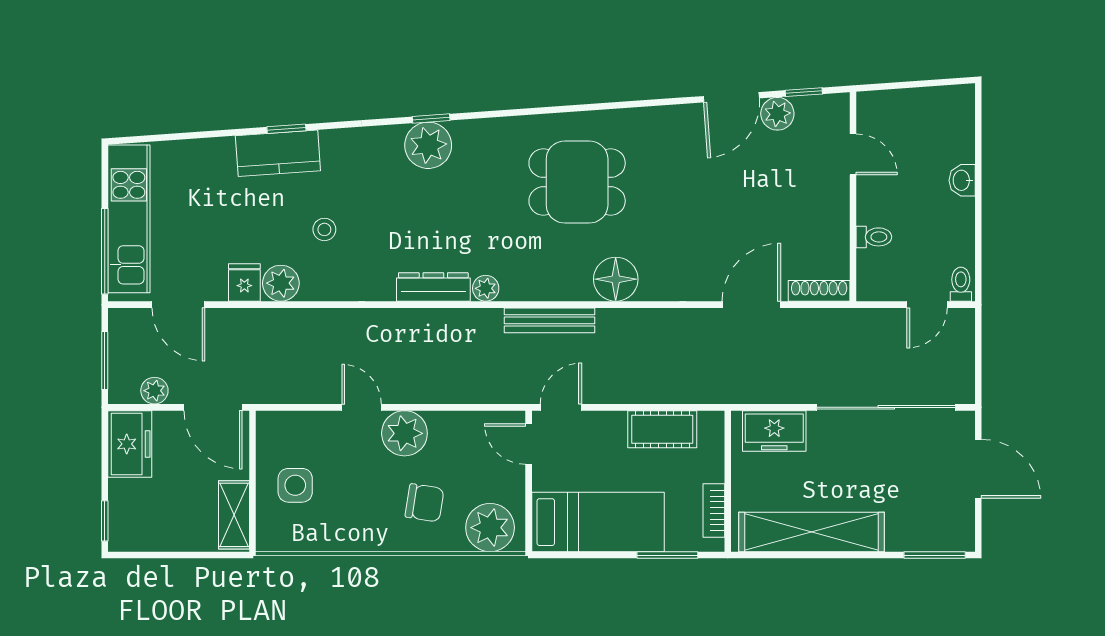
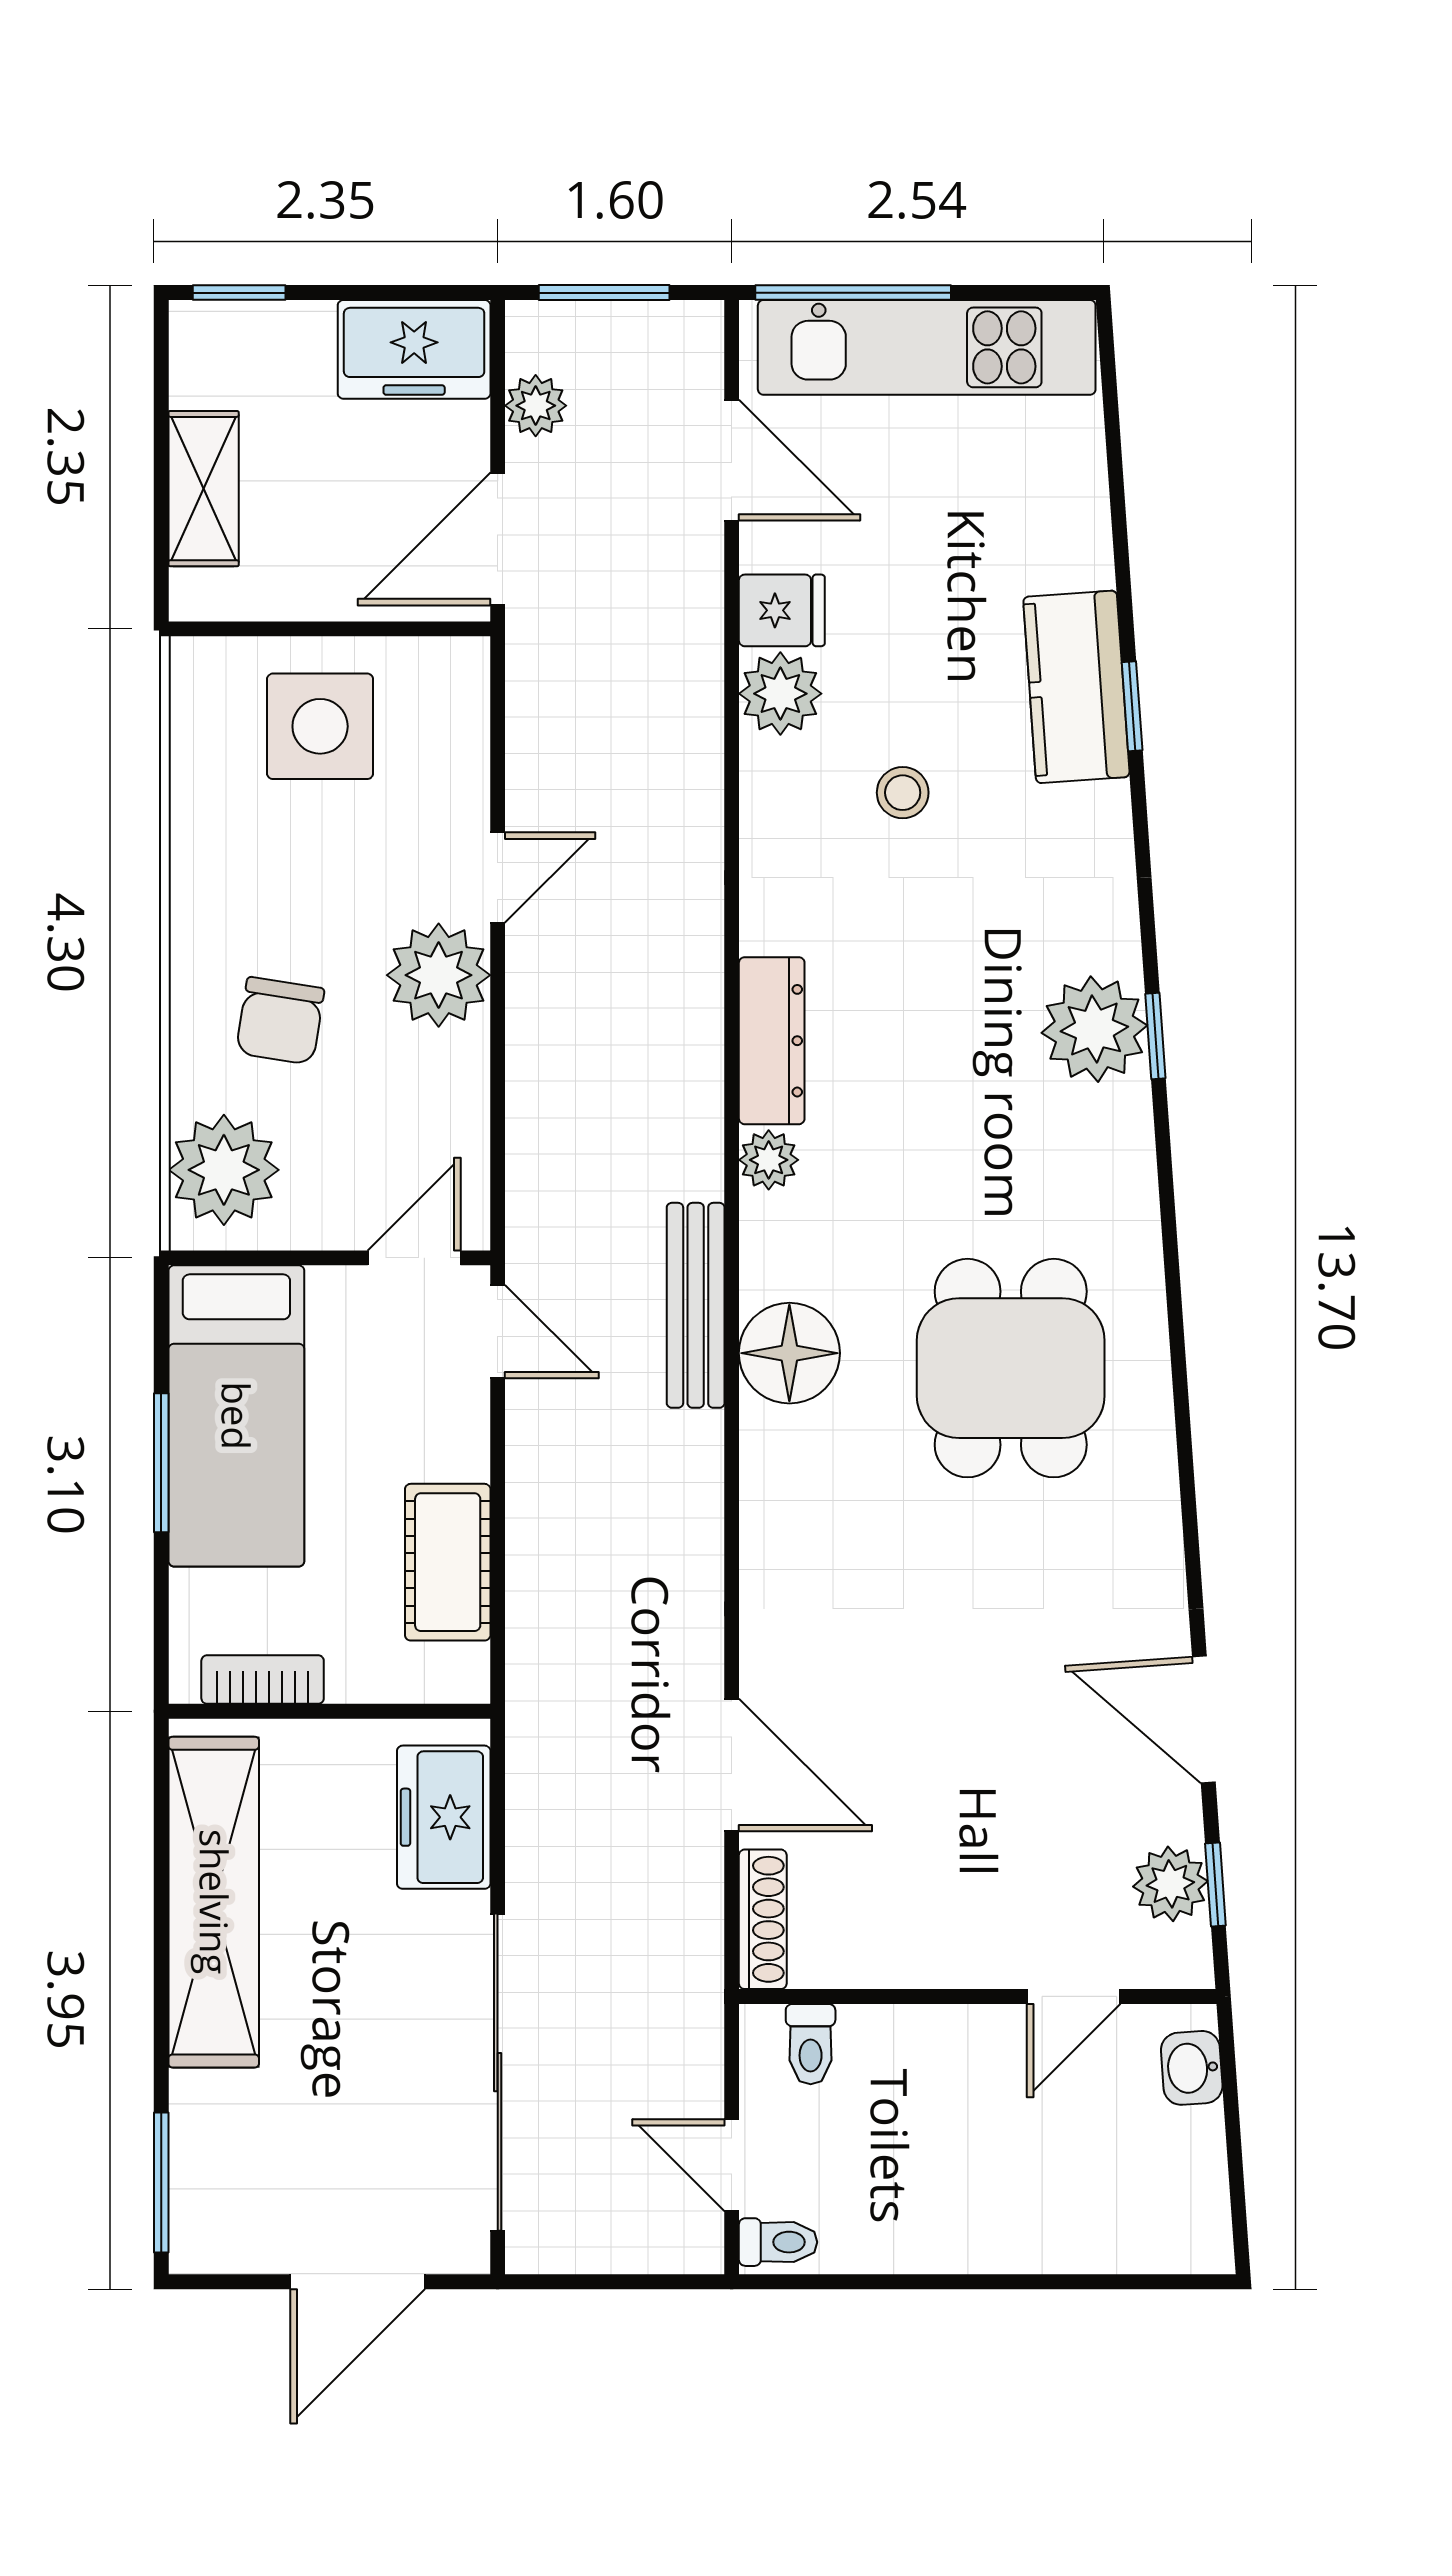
plant: (777, 114) -> (1170, 1884), moved
washbasin: (962, 180) -> (1192, 2068), moved, turned -94
toilet: (874, 237) -> (811, 2044), moved
floor lamp: (616, 279) -> (789, 1353), moved
door: (178, 305) -> (732, 460), swing flipped
side table: (295, 485) -> (320, 726), width x1.37, depth x1.37
shelving: (234, 515) -> (204, 489), moved, turned 90
window: (667, 555) -> (161, 1463), moved

